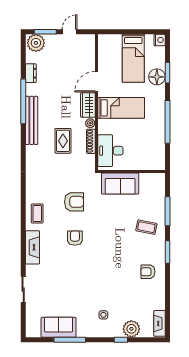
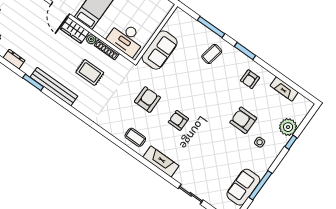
window: (23, 101) -> (33, 82), width x0.47
armchair: (112, 290) -> (243, 120), added
fireplace: (159, 323) -> (284, 89), moved

